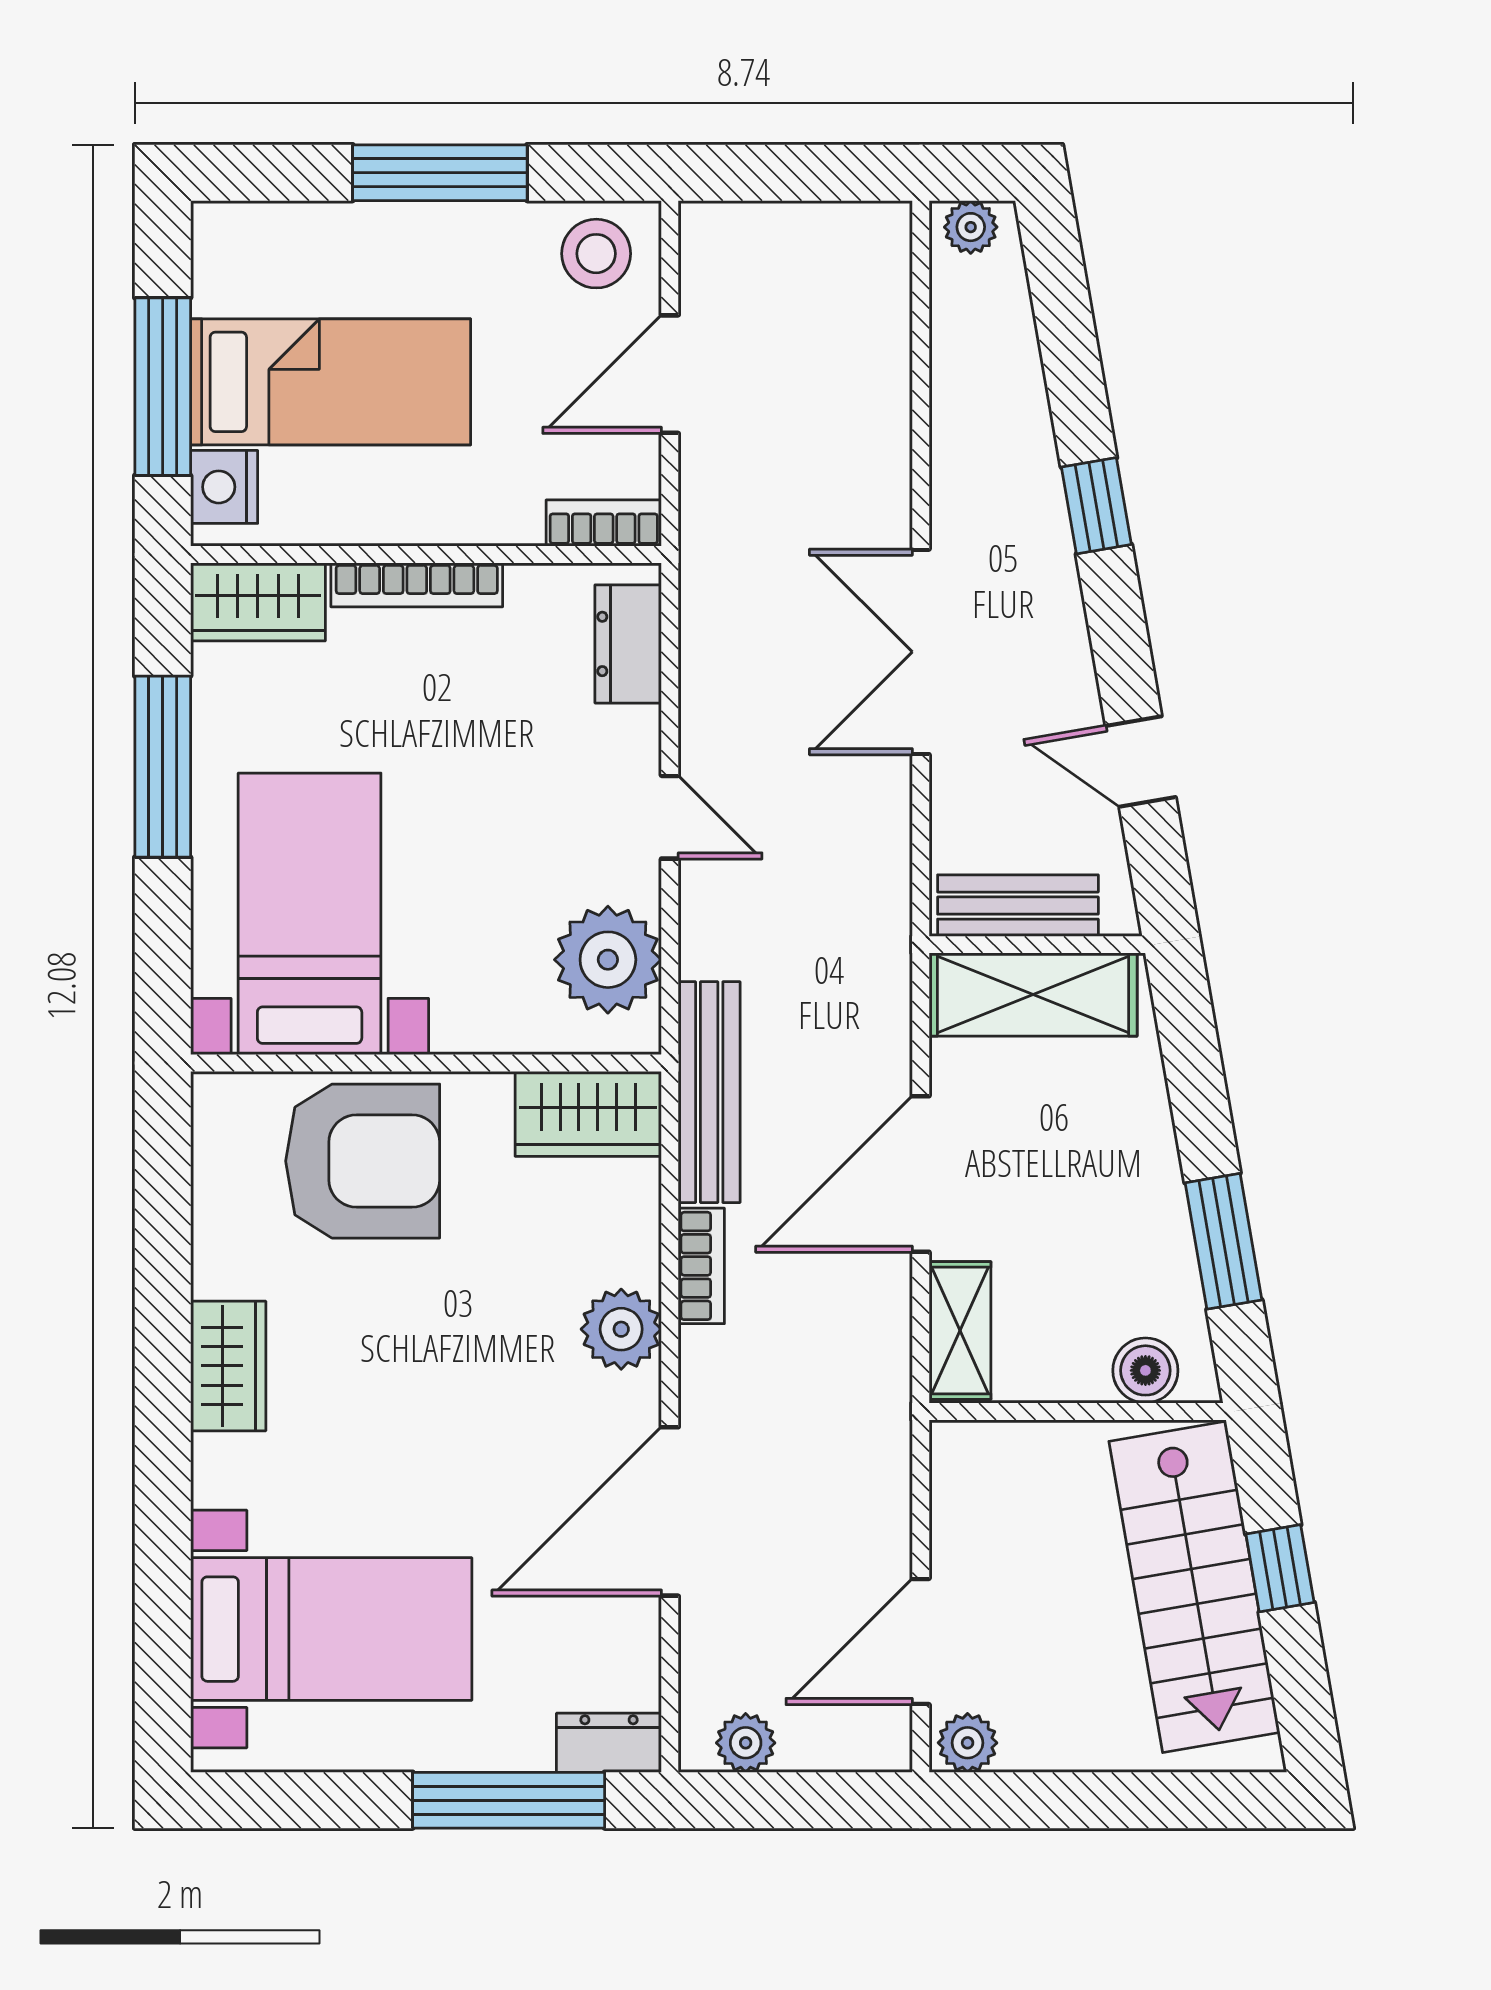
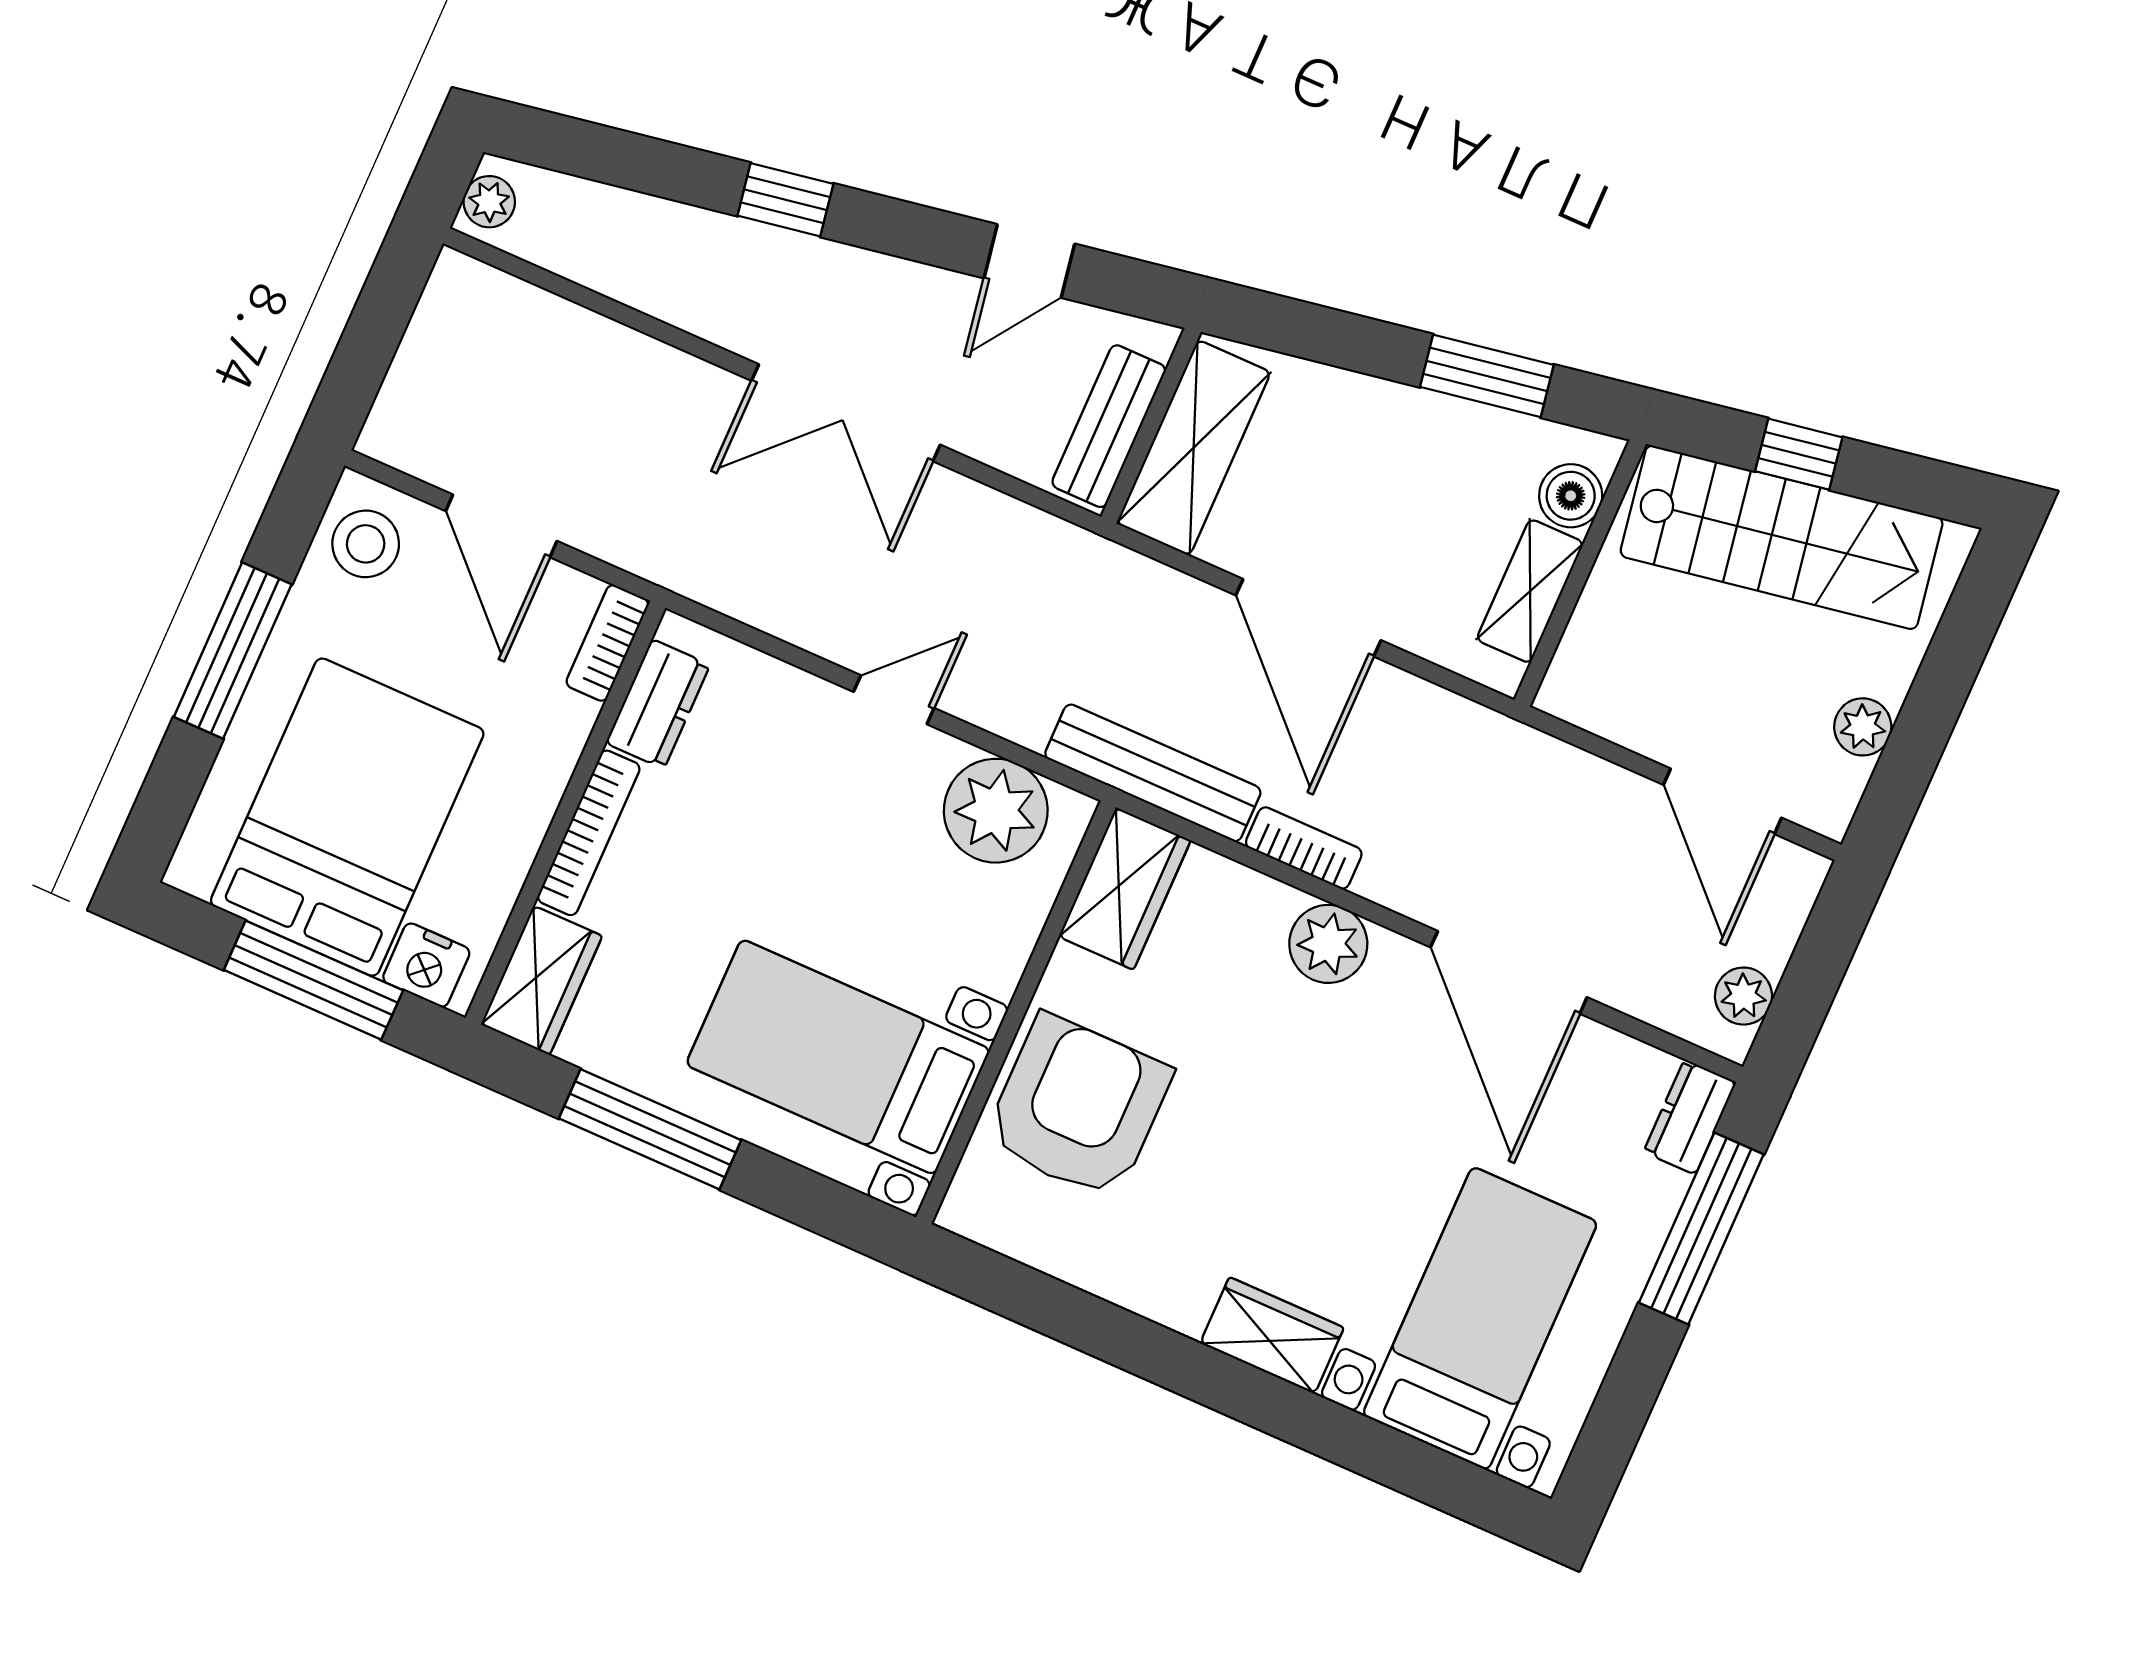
bed: (331, 382) -> (347, 817), width x1.50
dresser: (628, 644) -> (658, 704), moved, turned -90
shelving: (960, 1330) -> (1530, 591), moved, turned 90
wardrobe: (228, 1366) -> (1272, 1335), moved
plant: (968, 1743) -> (1863, 727), moved

